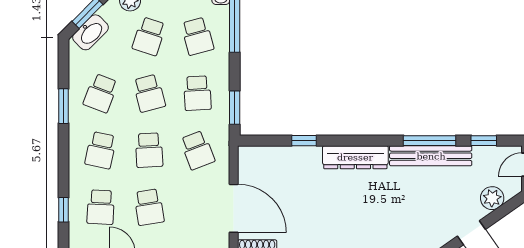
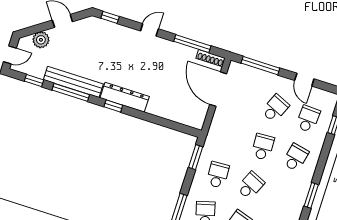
school desk: (101, 93) -> (283, 196), removed
school desk: (149, 93) -> (250, 185), turned 39
window: (304, 141) -> (113, 106), moved
school desk: (197, 150) -> (230, 136), removed
school desk: (149, 207) -> (275, 108), turned 33

